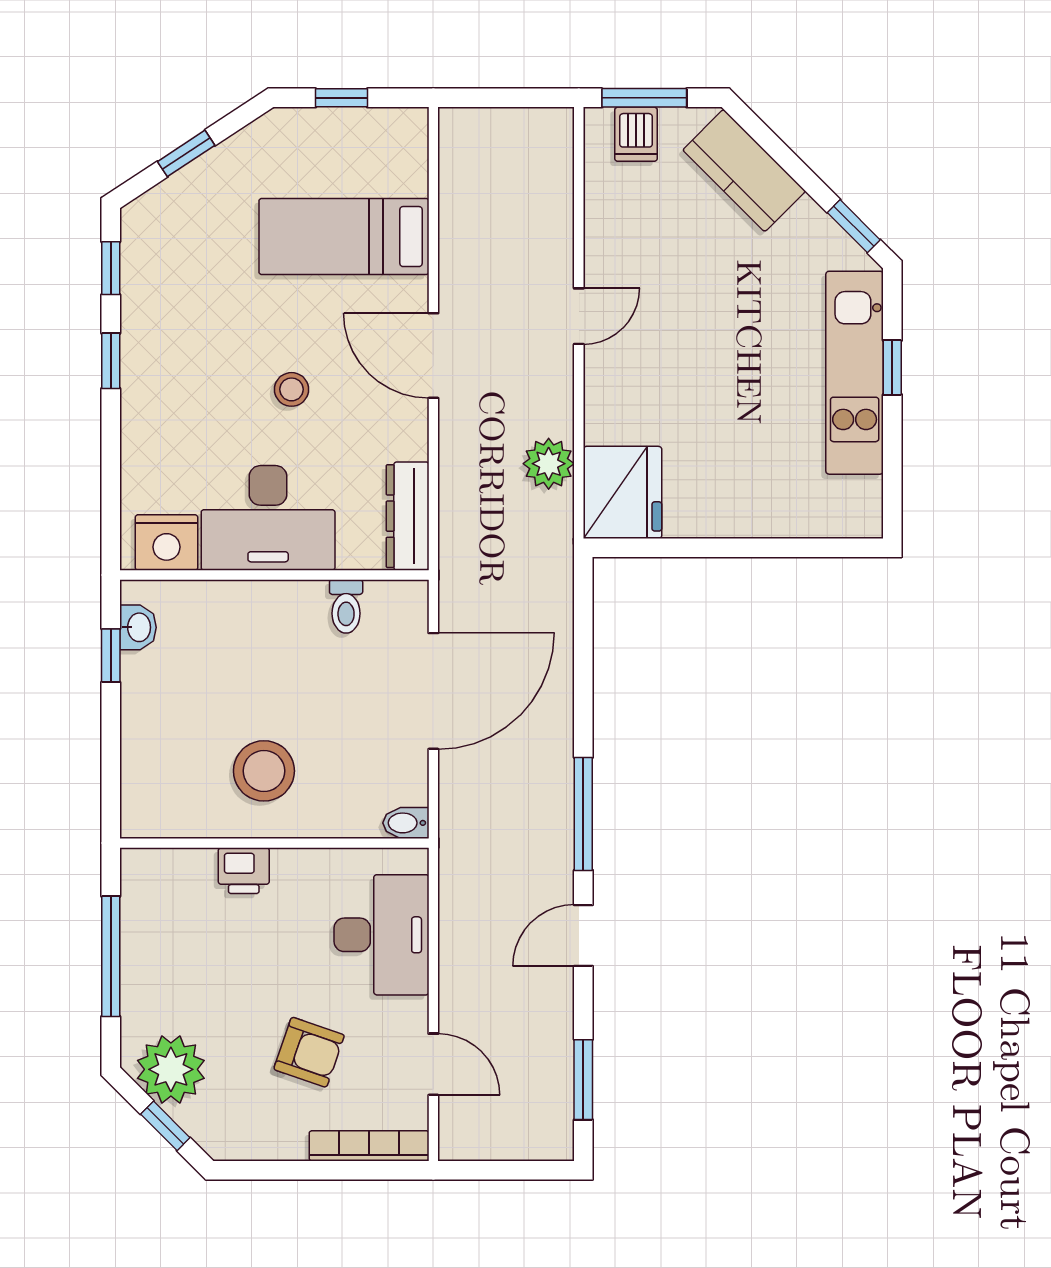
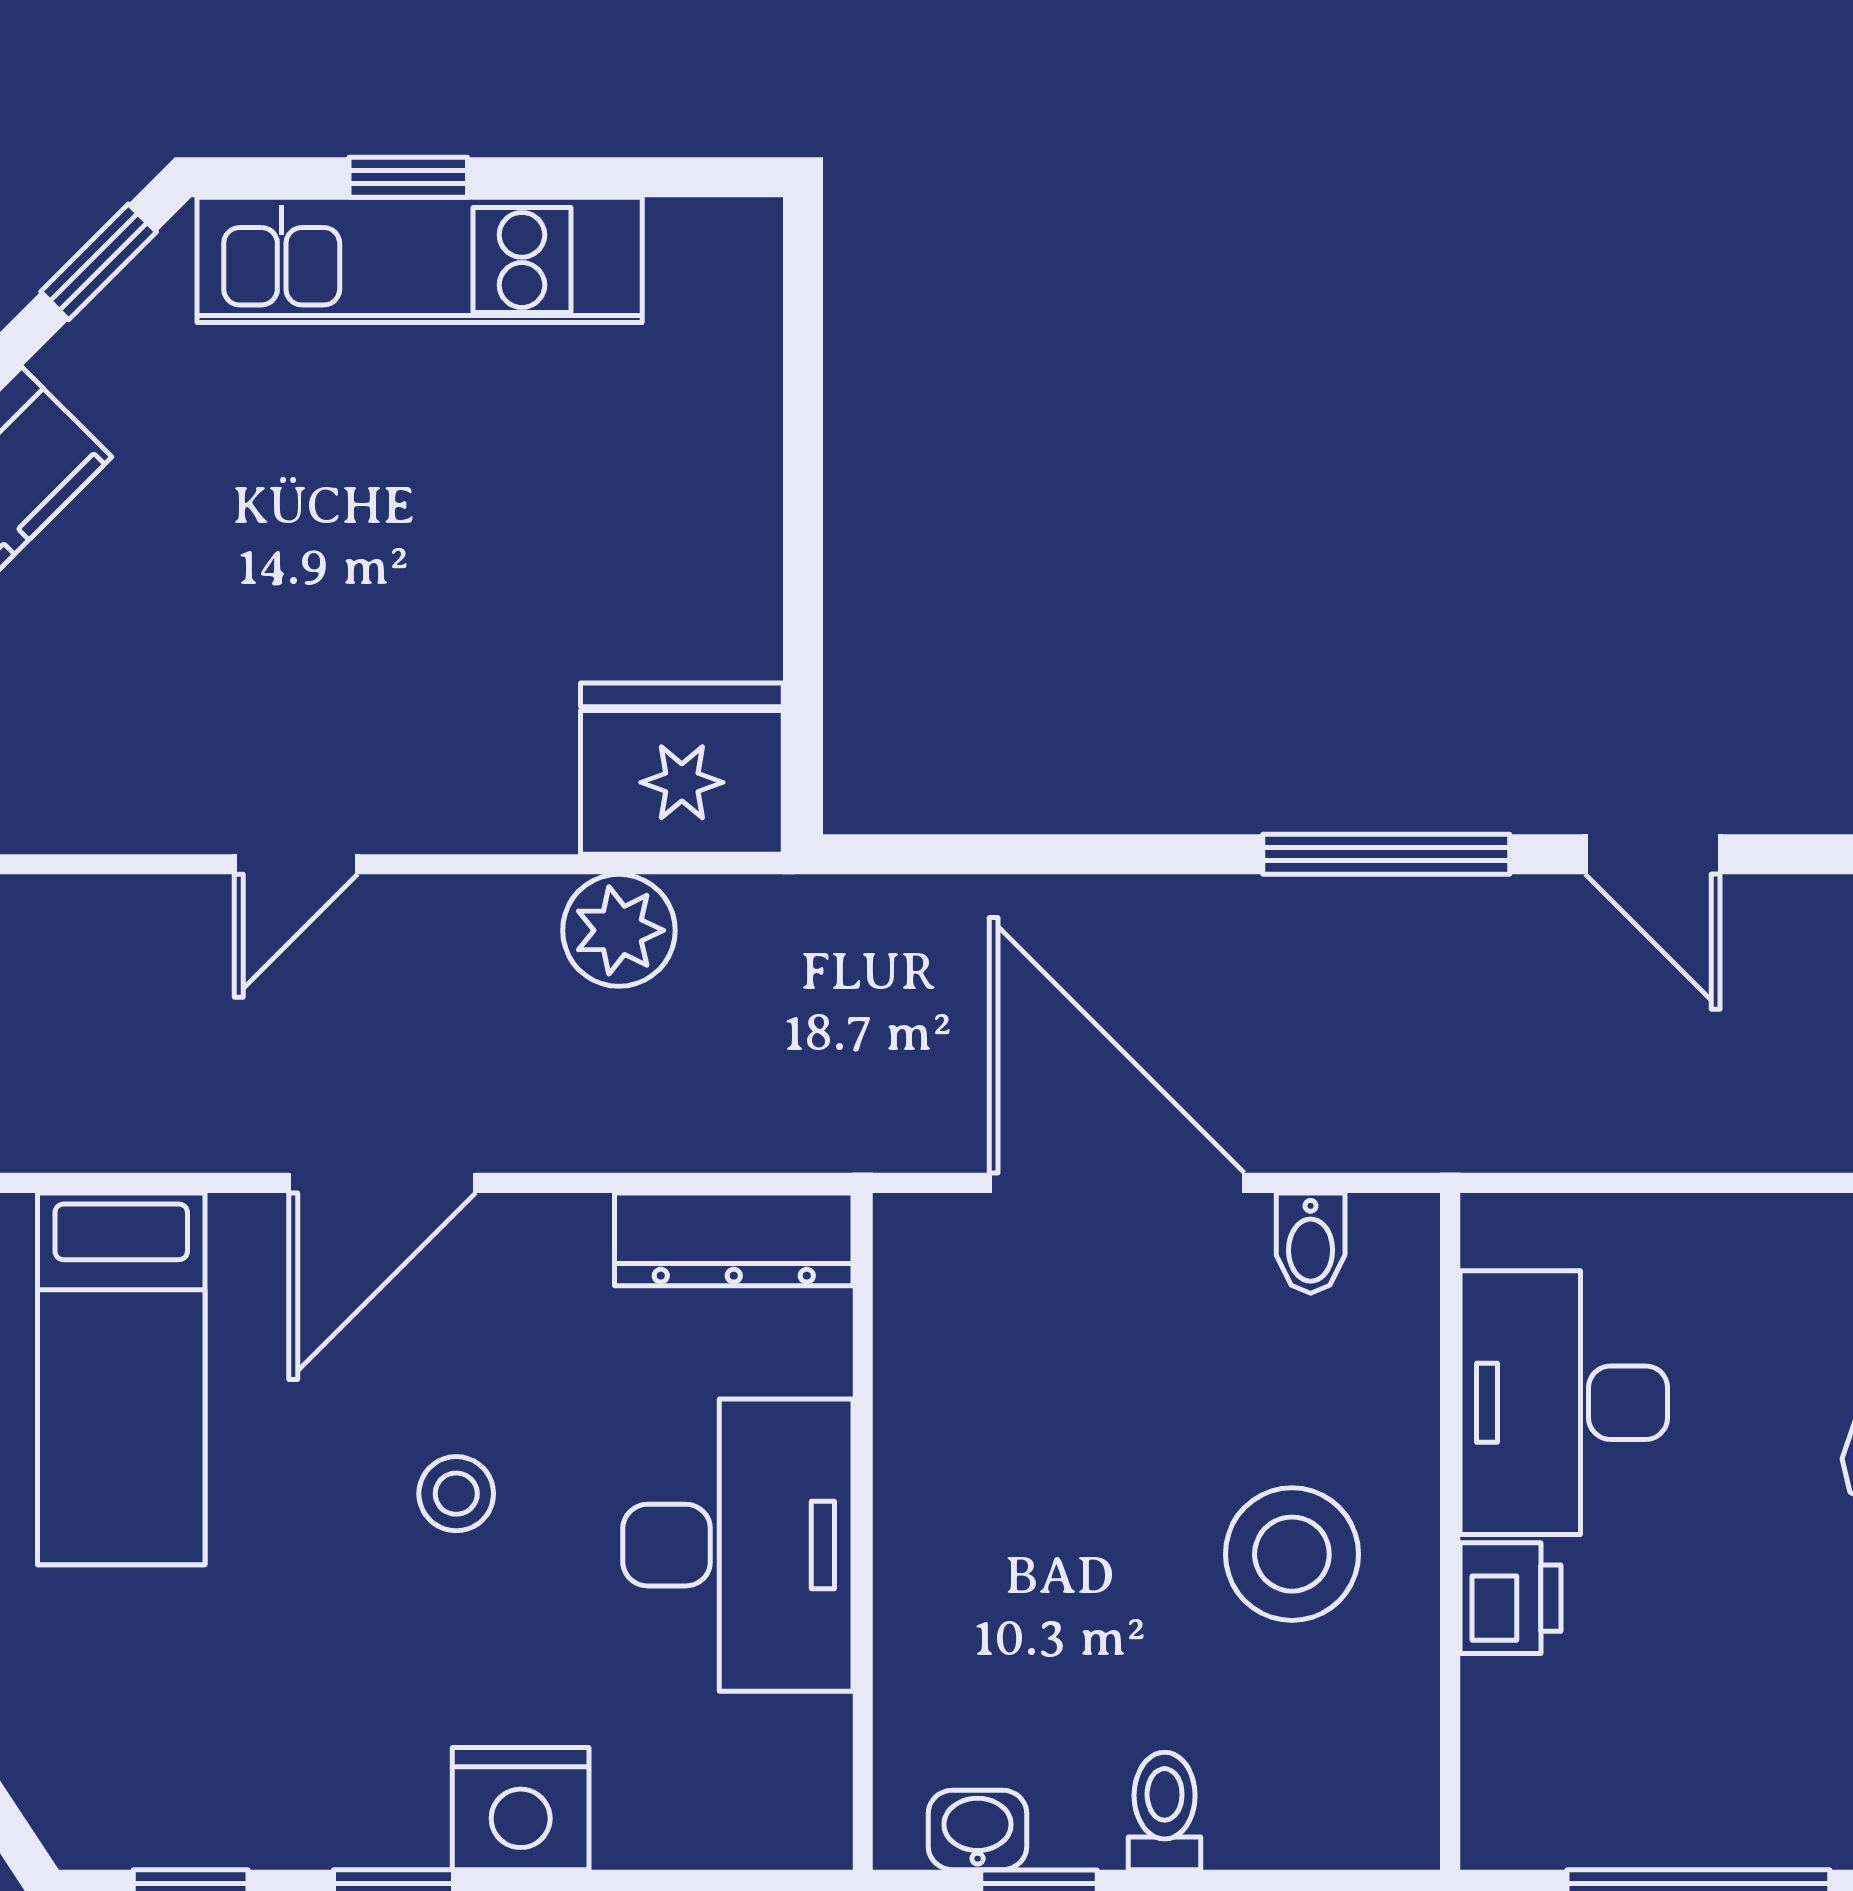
door: (579, 316) -> (296, 864), swing flipped
nightstand: (167, 542) -> (521, 1809), moved, turned 90
toilet: (346, 606) -> (1165, 1811), moved, turned -90
bidet: (406, 823) -> (1311, 1243), moved
desk: (381, 935) -> (1564, 1403), moved, turned -90

